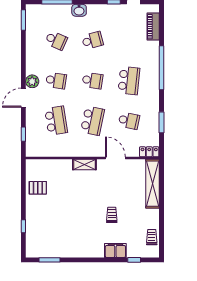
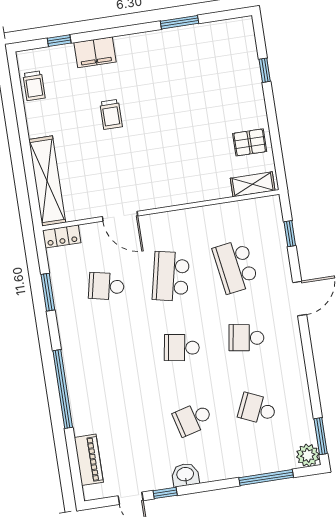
washbasin: (79, 10) -> (185, 475), moved
plant: (32, 81) -> (308, 455), moved
school desk: (129, 81) -> (117, 358), removed
shelving: (84, 164) -> (253, 184), moved
window: (49, 260) -> (179, 22), moved

